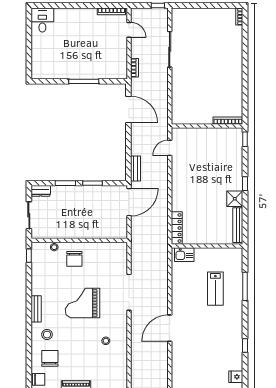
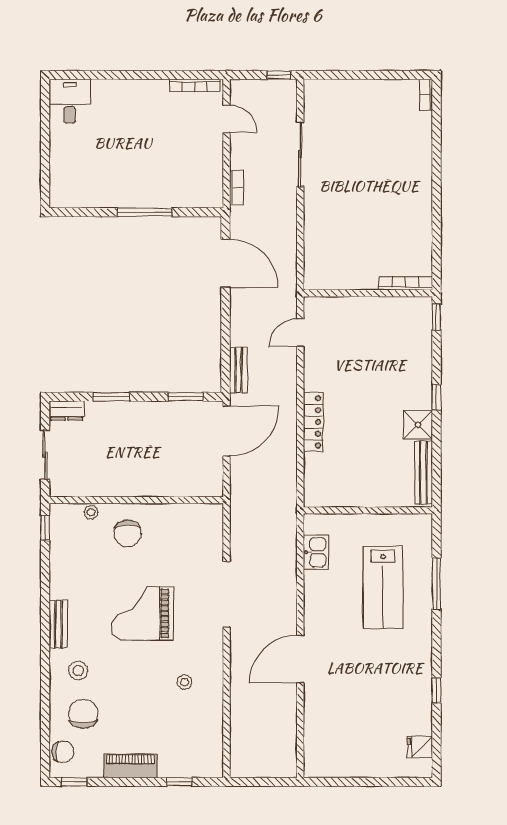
window: (93, 183) -> (186, 397), moved
locker: (177, 228) -> (313, 422), moved
kitchen sink: (184, 255) -> (316, 552), moved, turned -90
lab bench: (215, 289) -> (383, 587), width x1.36, depth x1.39

